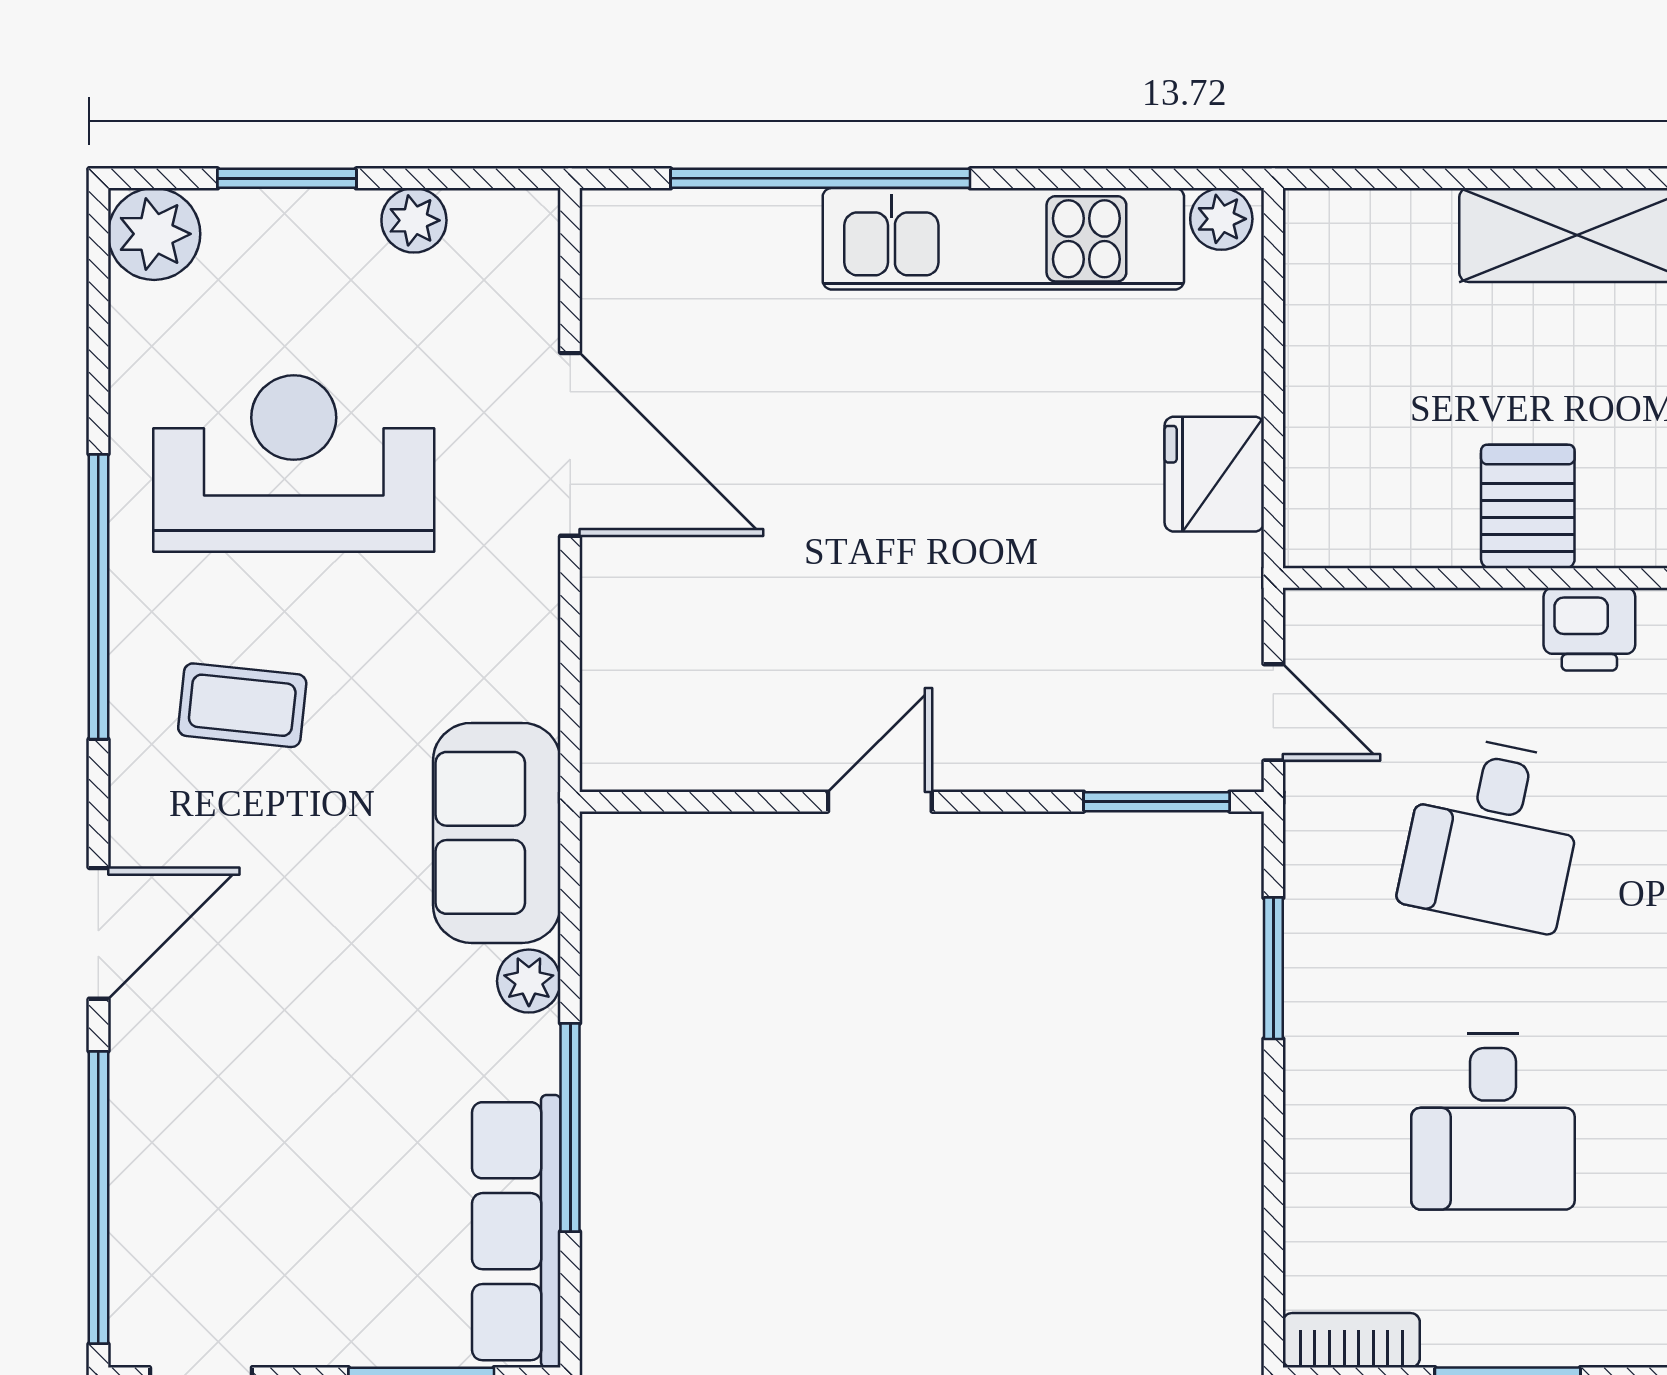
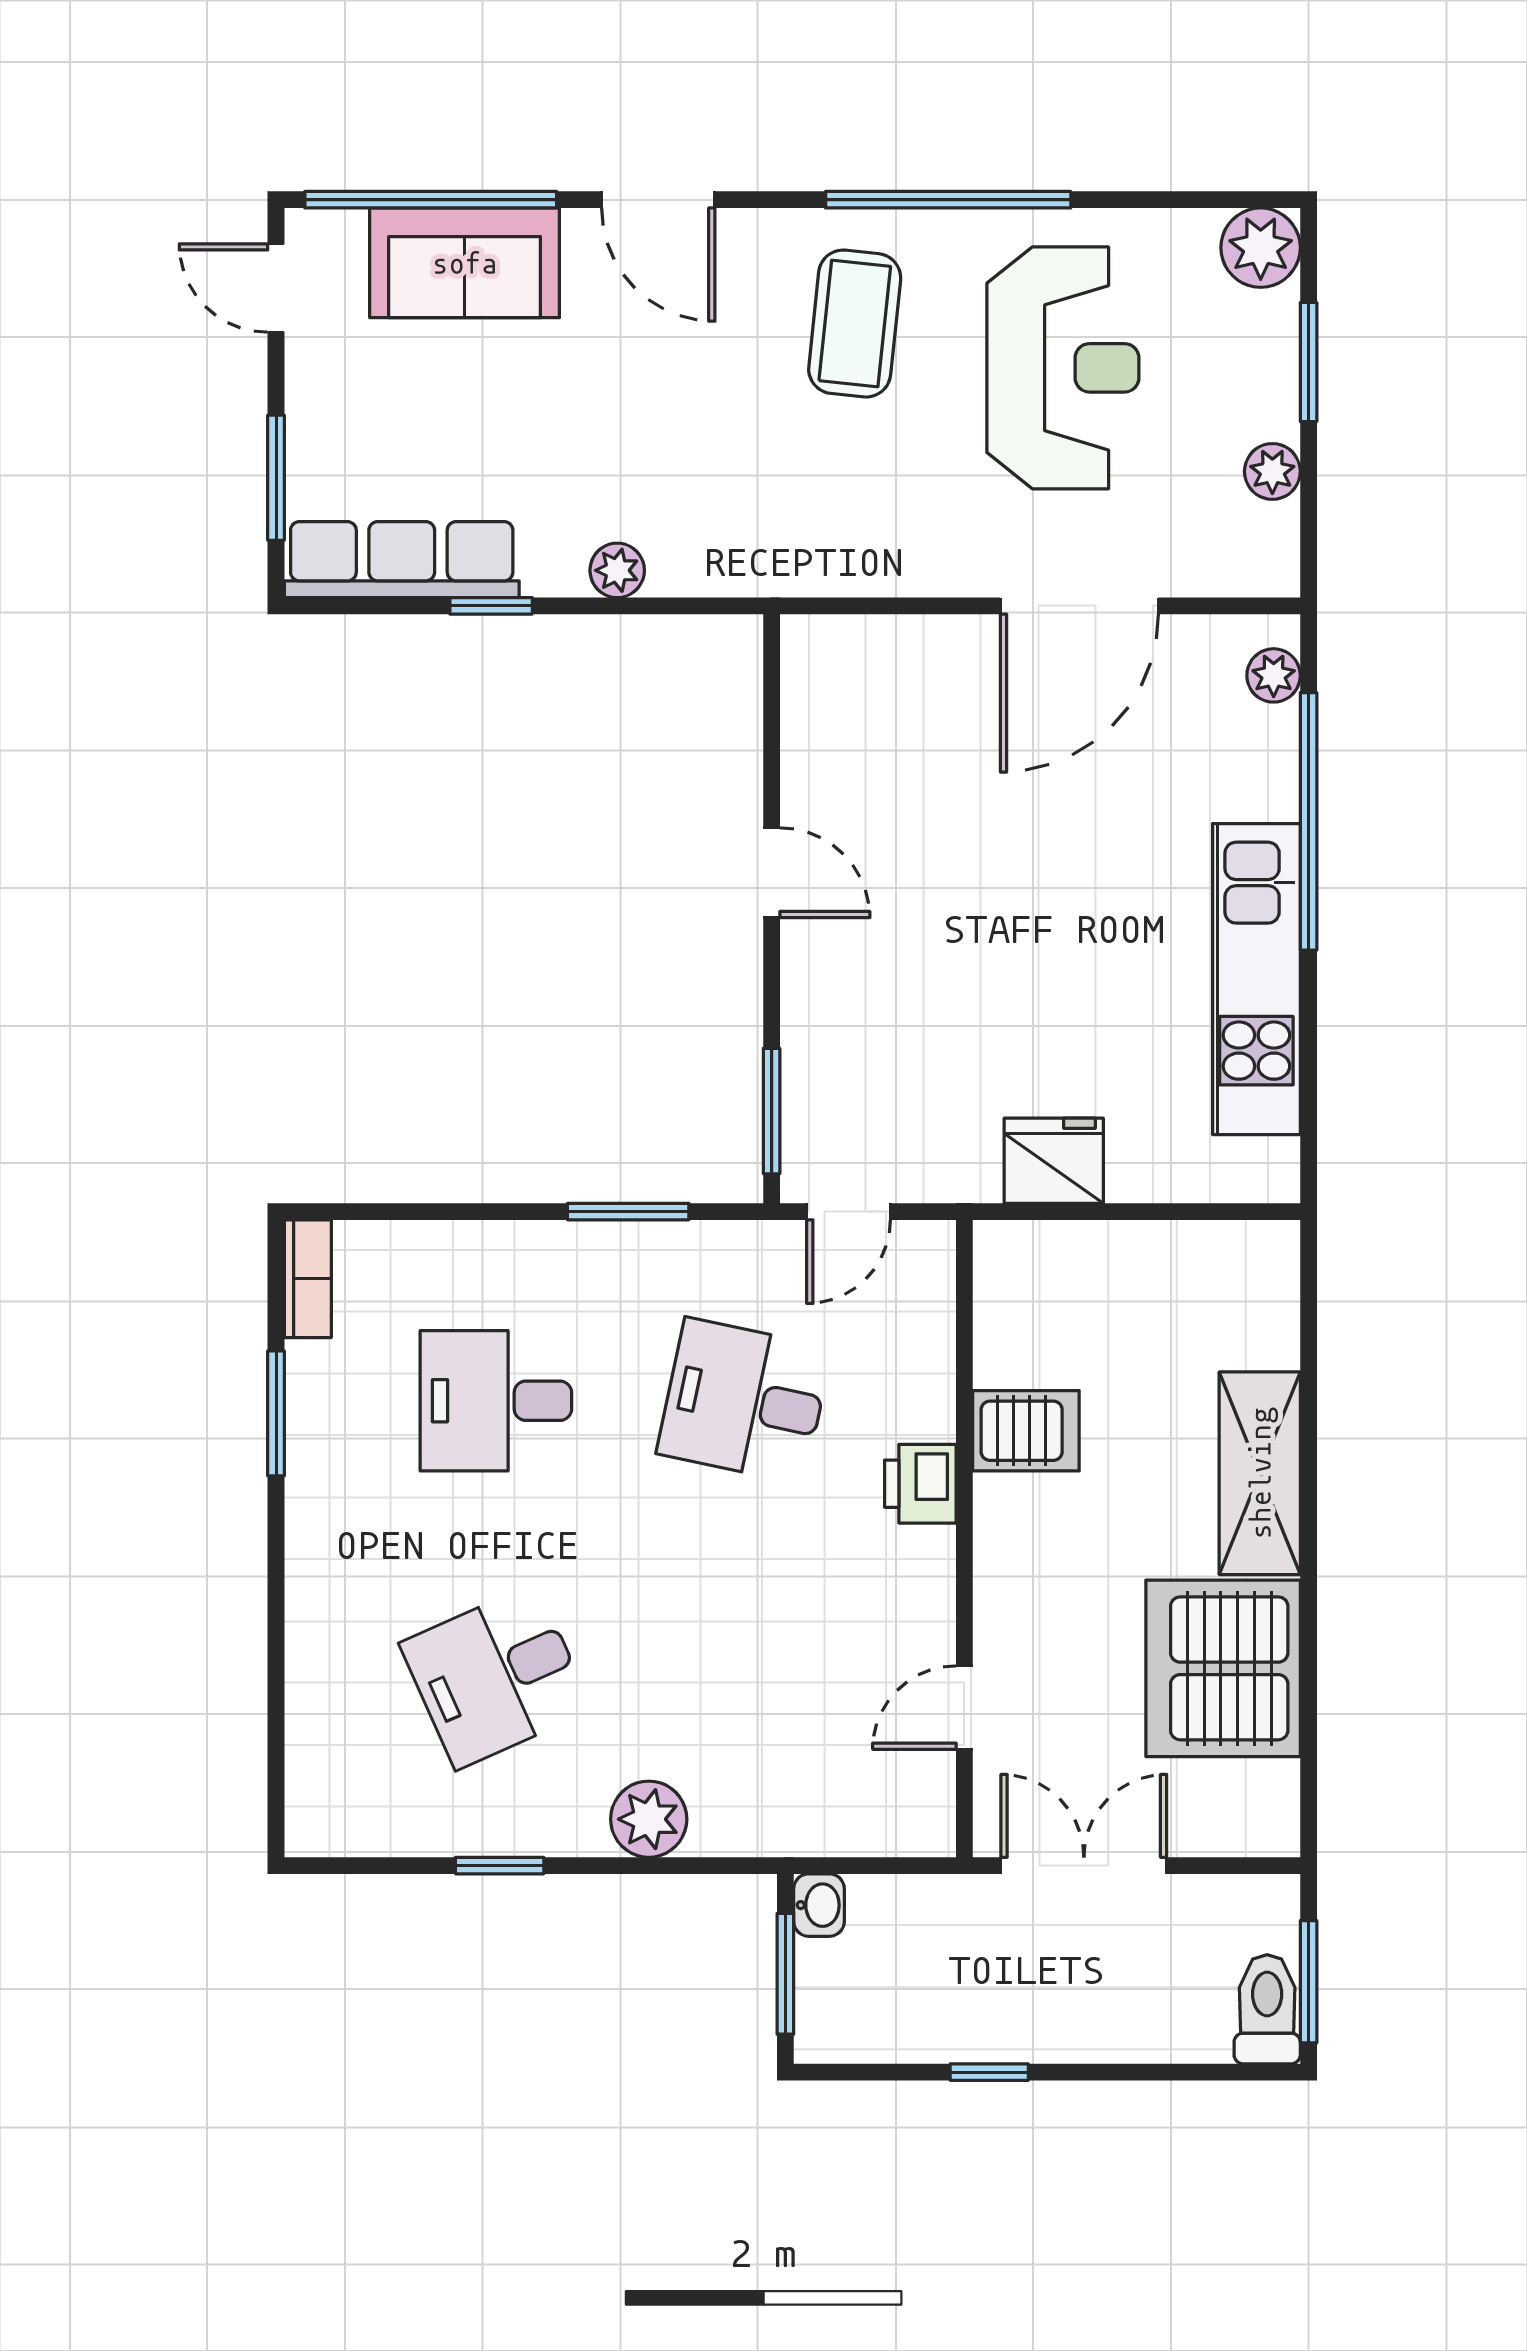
plant: (1221, 219) -> (1274, 675), moved
coffee table: (242, 705) -> (855, 324), width x1.36, depth x1.30
sofa: (497, 833) -> (465, 263), moved, turned 180
window: (570, 1127) -> (491, 606), width x0.46

